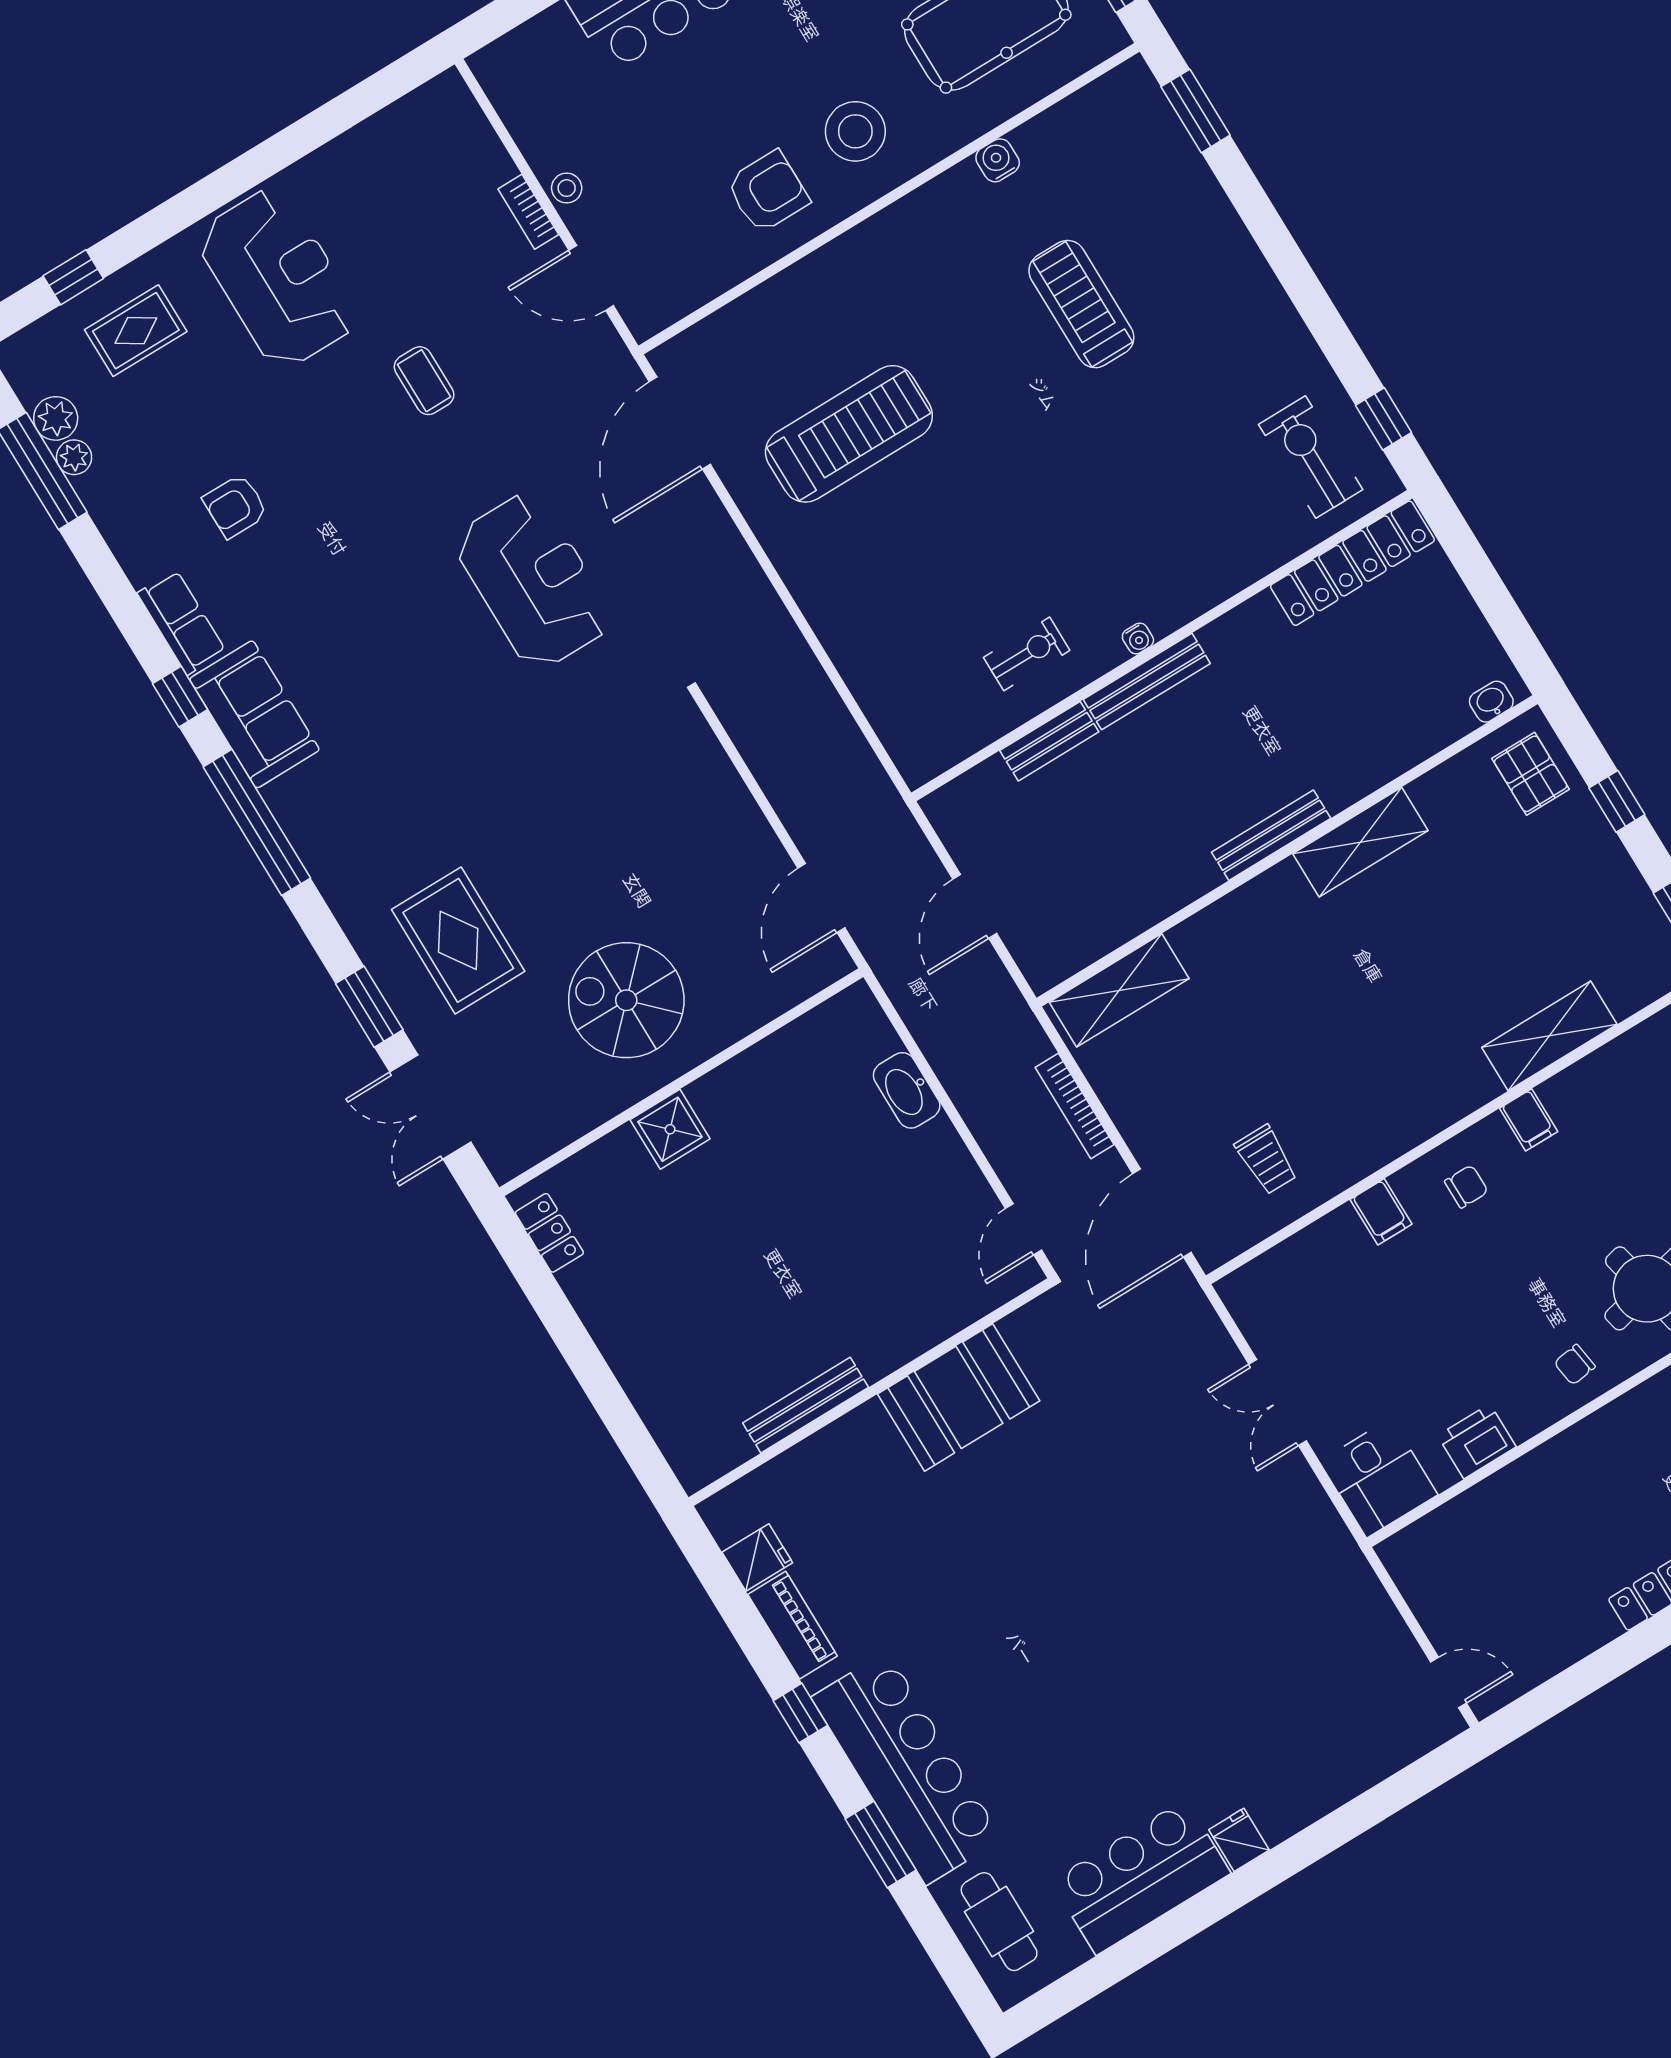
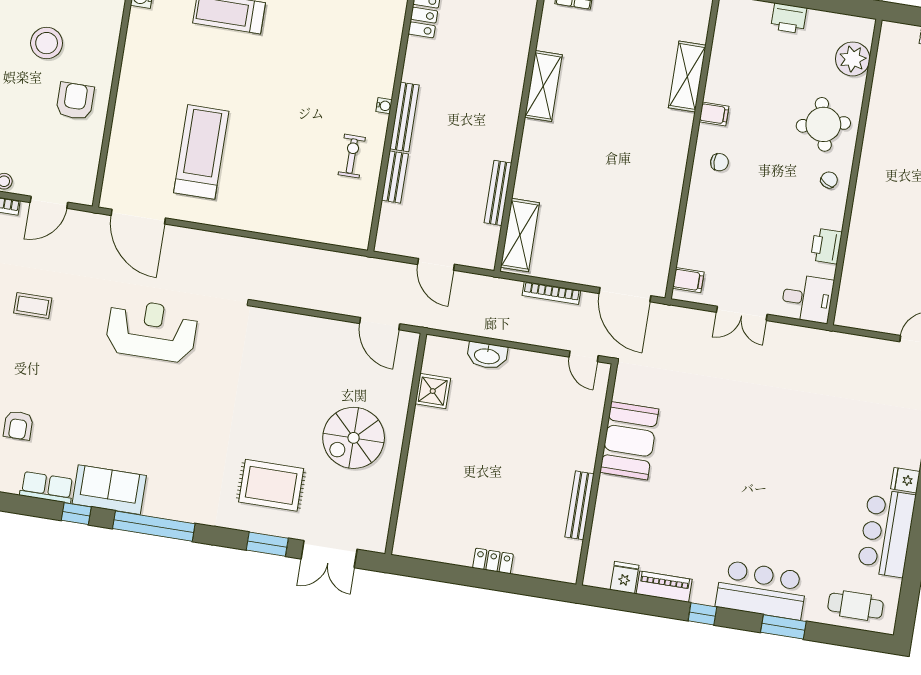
stool: (855, 131) -> (47, 43), moved
bench: (1271, 835) -> (498, 193), moved
shower: (670, 1129) -> (433, 391), moved
trolley: (1266, 1160) -> (639, 234), removed
chair: (1466, 1186) -> (719, 162), turned 90
filing cabinet: (1381, 1212) -> (688, 280), moved
locker: (549, 1233) -> (493, 561), moved
chair: (1575, 1365) -> (829, 180), turned -142
bar counter: (907, 1768) -> (761, 590), width x0.73

